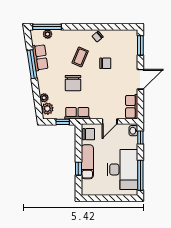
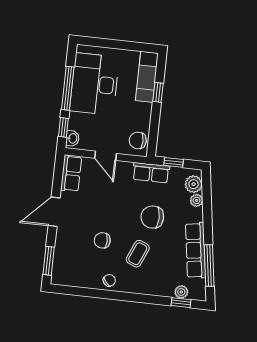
window: (47, 27) -> (181, 303), width x0.46
row of seats: (40, 57) -> (196, 250), width x1.48
window: (32, 64) -> (209, 265), moved
chair: (73, 83) -> (152, 217), turned -90
door: (110, 121) -> (106, 156), swing flipped
exam couch: (87, 162) -> (147, 77), moved
window: (140, 175) -> (68, 88), moved

